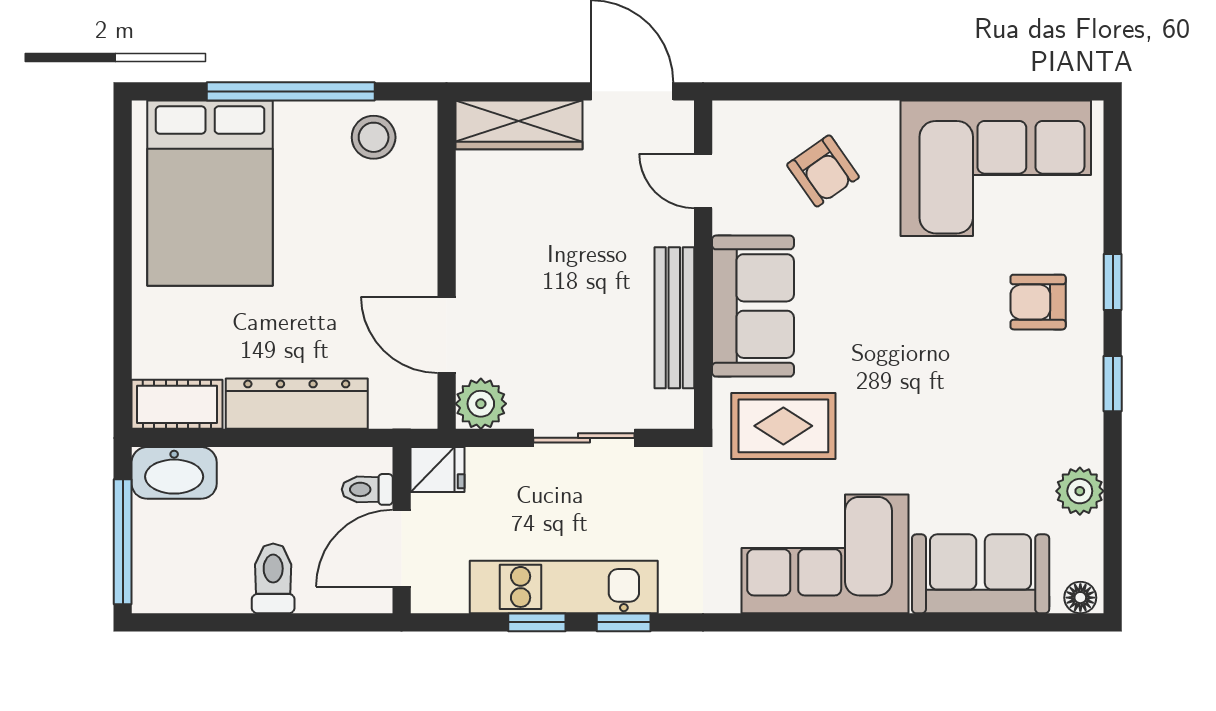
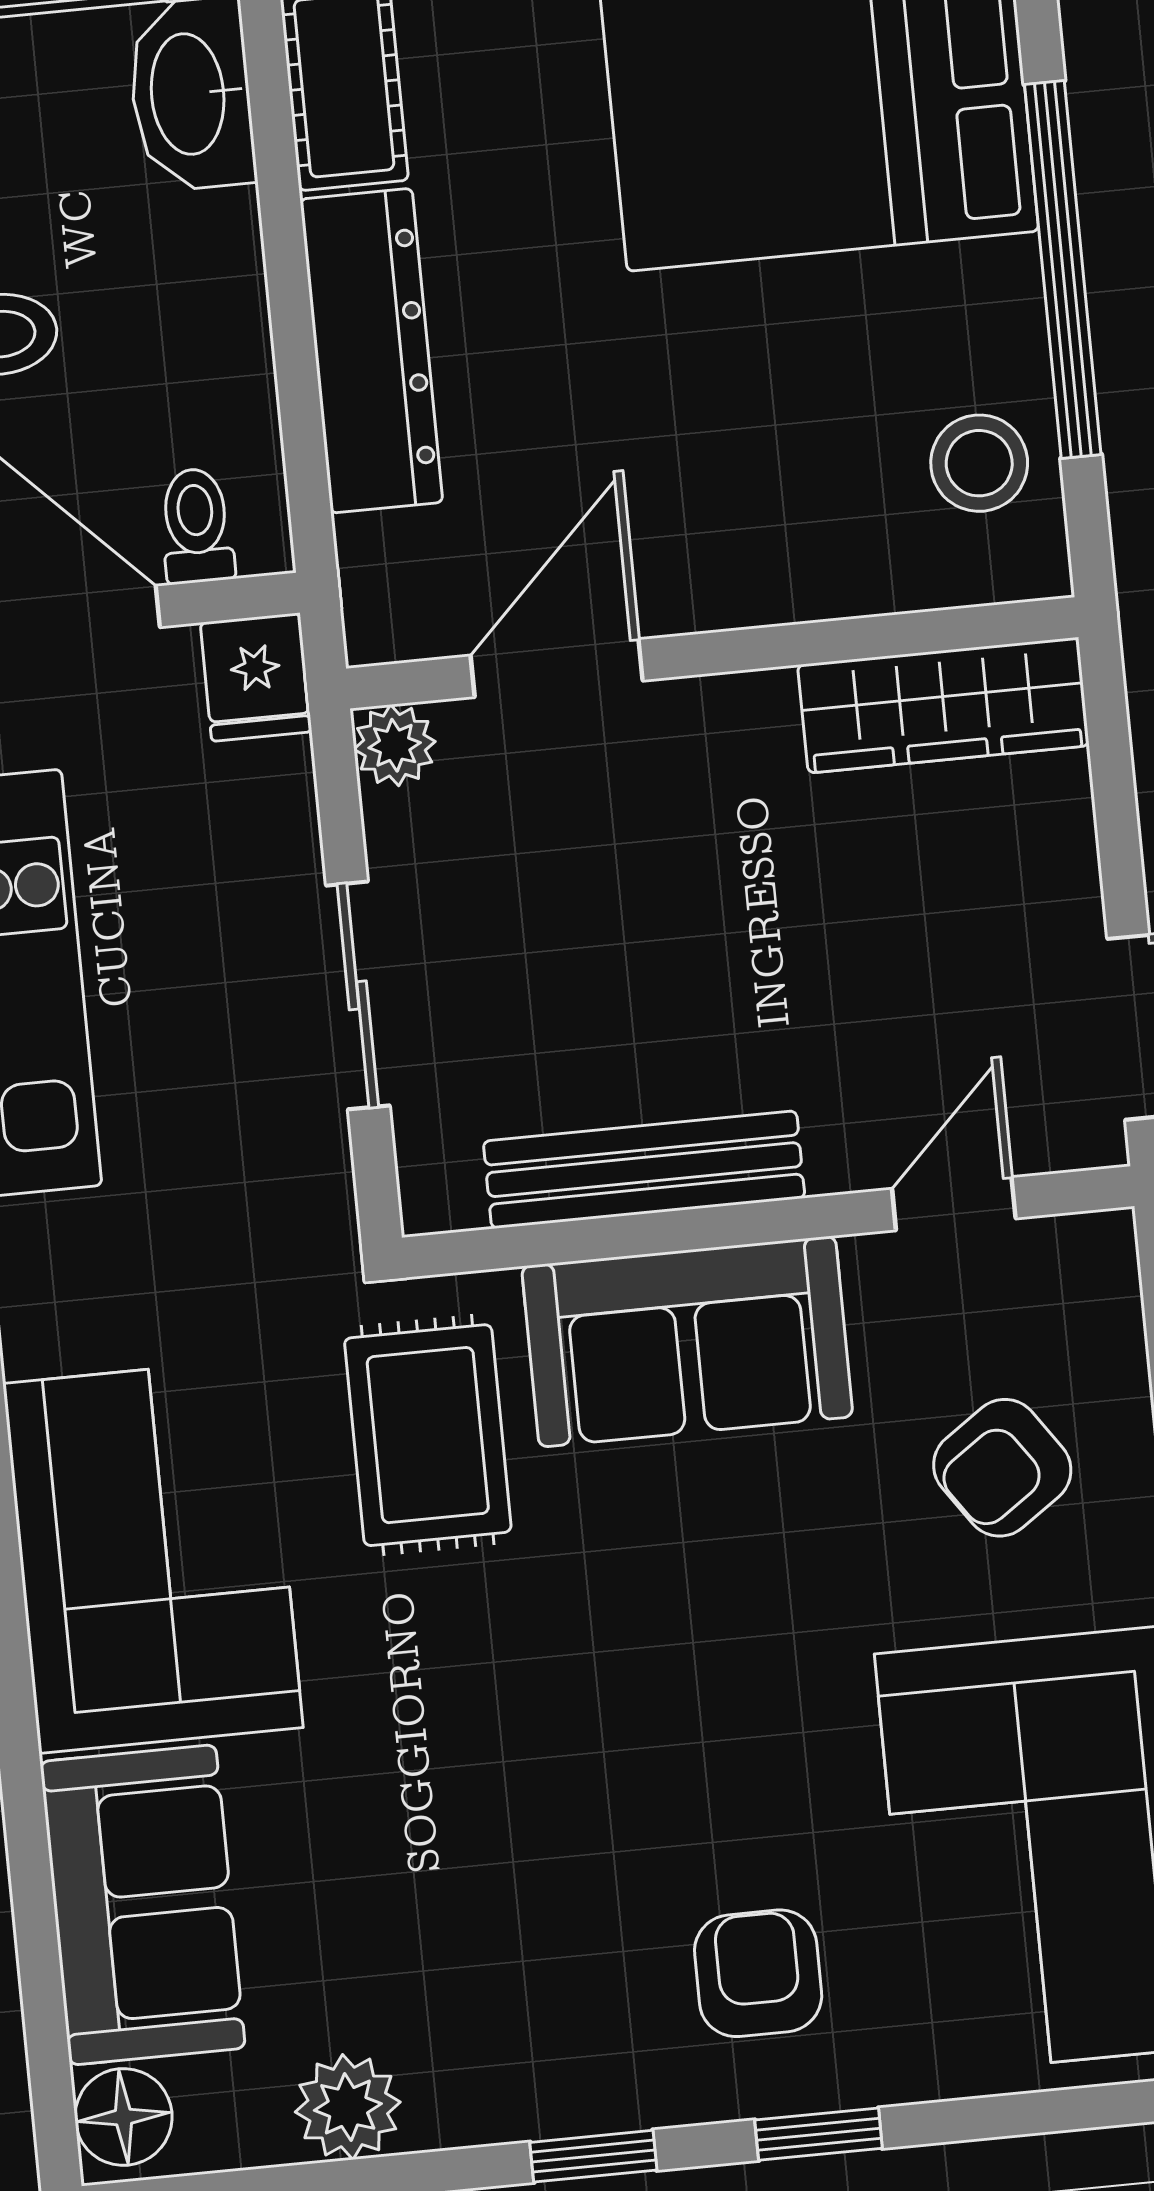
wardrobe: (519, 125) -> (943, 705), moved, turned -90
plant: (481, 404) -> (395, 745), width x0.73, depth x0.73
floor lamp: (1080, 598) -> (123, 2117), width x1.37, depth x1.37

